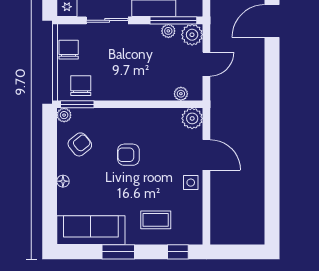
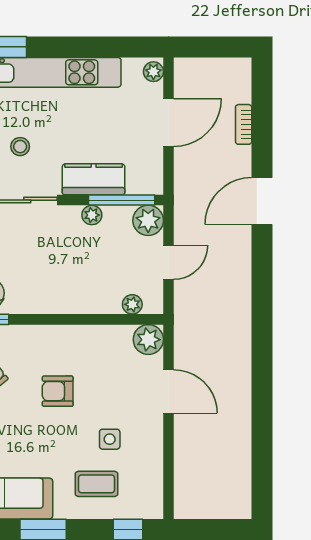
plant: (168, 31) -> (92, 215), moved
side table: (191, 183) -> (110, 439), moved

